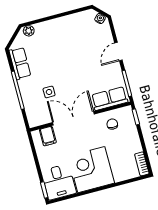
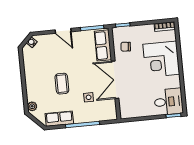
coffee table: (59, 60) -> (62, 84), added
filing cabinet: (48, 136) -> (127, 105), removed
corner desk: (91, 170) -> (161, 59), moved

